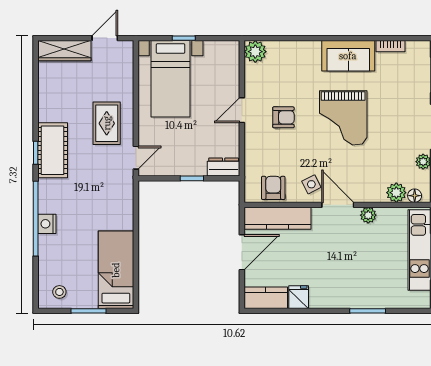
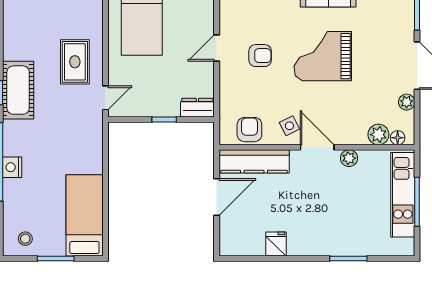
grand piano: (343, 118) -> (323, 56), turned 90
kitchen counter: (266, 298) -> (242, 245), removed

